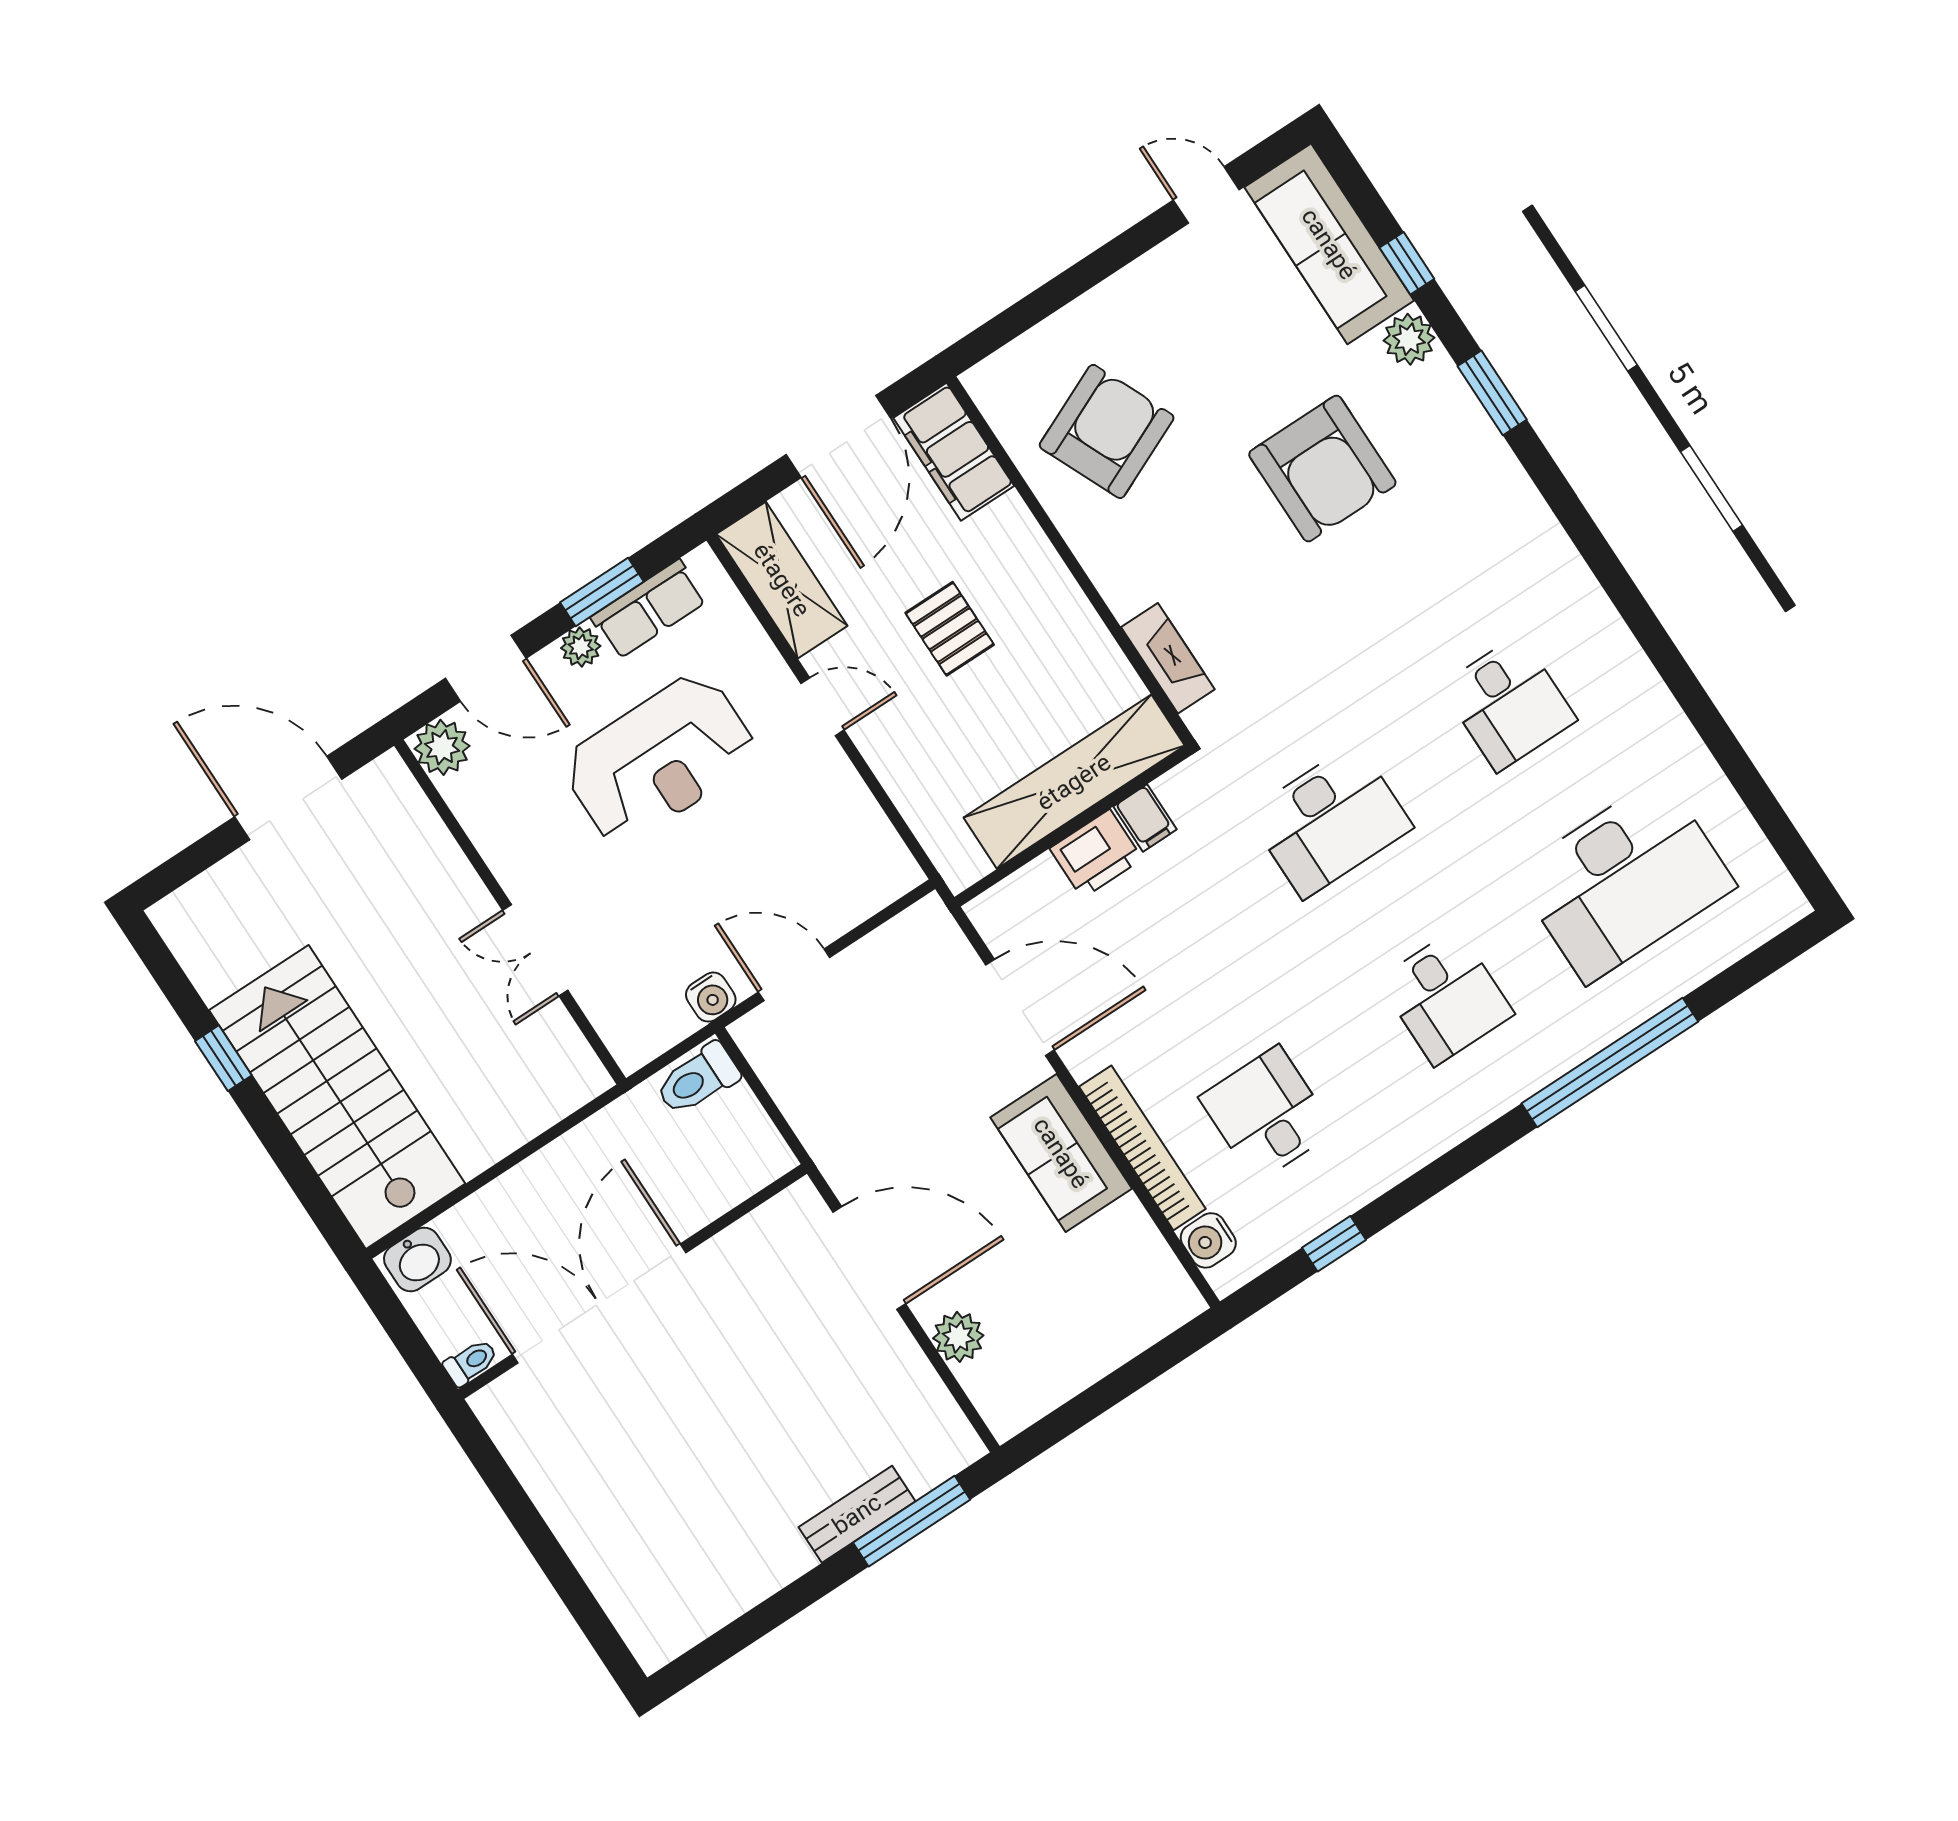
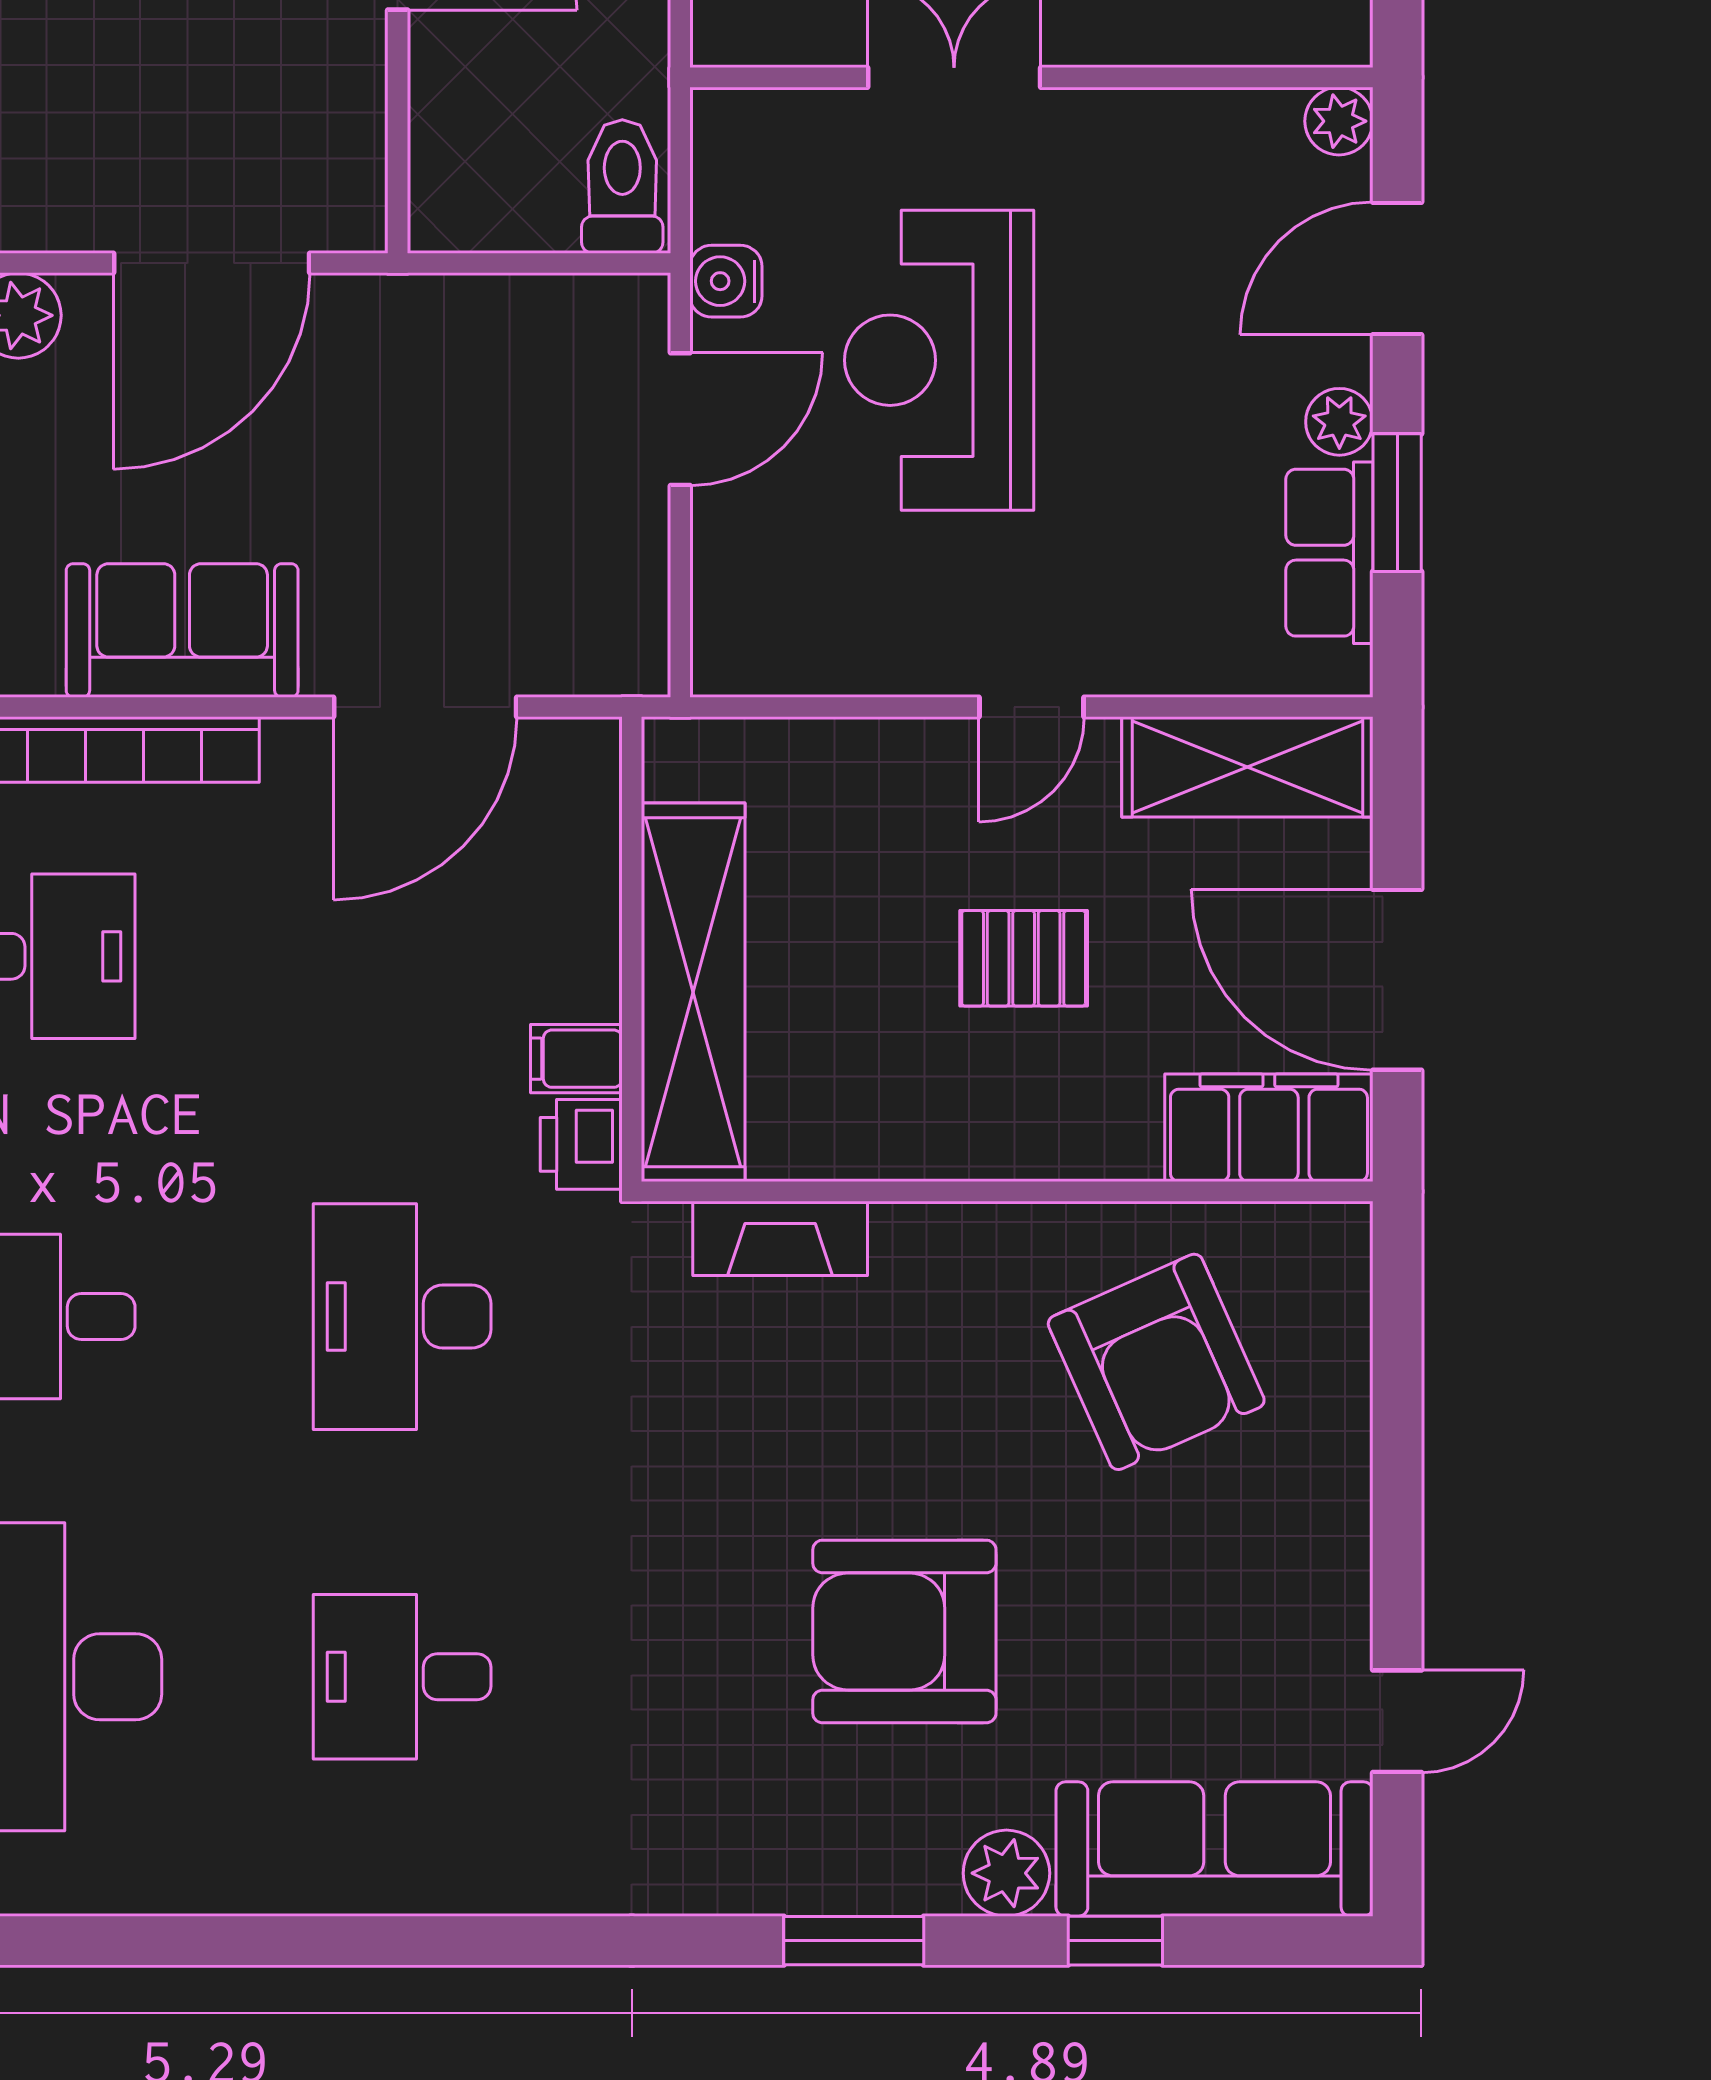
plant: (442, 747) -> (1339, 121), width x0.73, depth x0.73
reception desk: (660, 759) -> (939, 360), moved
printer: (1096, 854) -> (581, 1144), moved, width x0.73, depth x0.81

